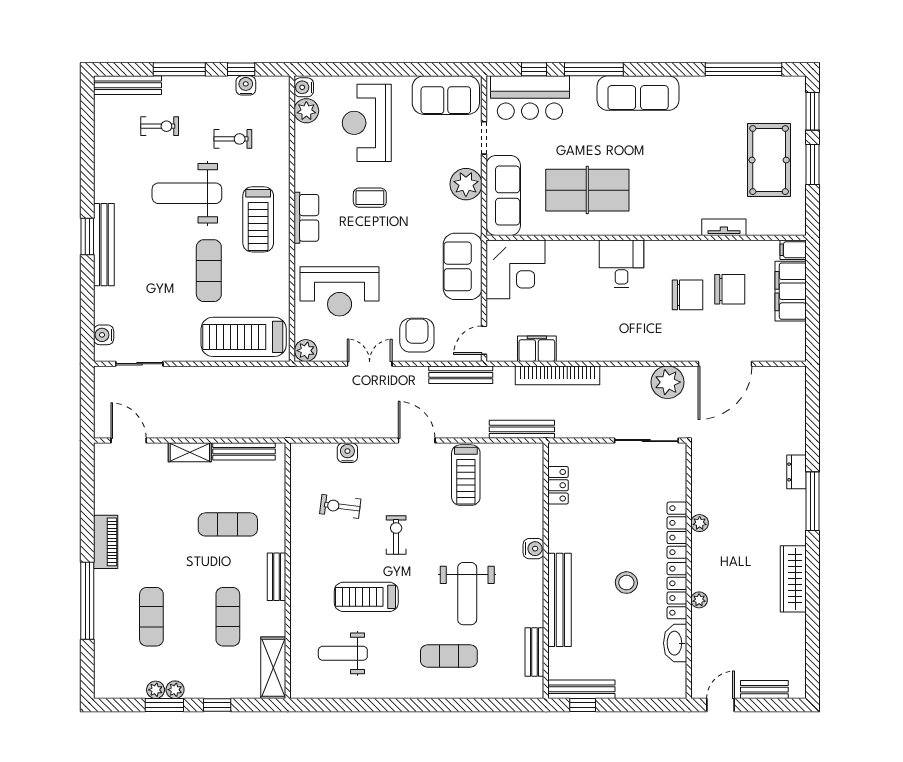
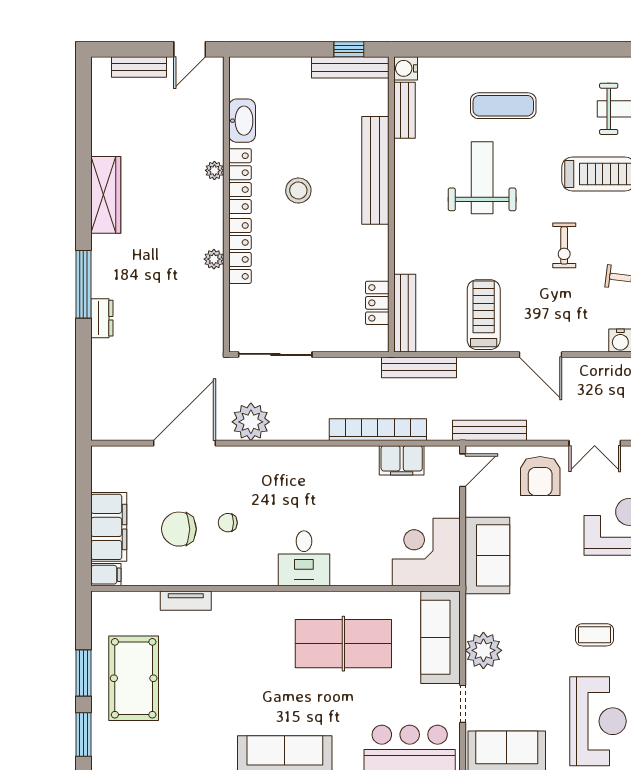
chair: (688, 295) -> (228, 523), width x0.54, depth x0.54
bench: (534, 476) -> (405, 313), added
water cooler: (533, 549) -> (406, 68), moved

